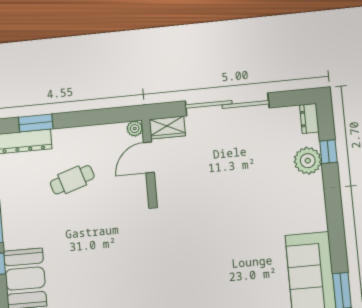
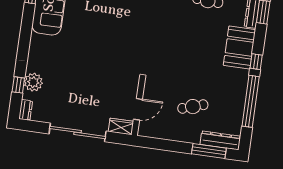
window: (36, 123) -> (209, 151), width x1.44
plant: (135, 129) -> (143, 131), removed

